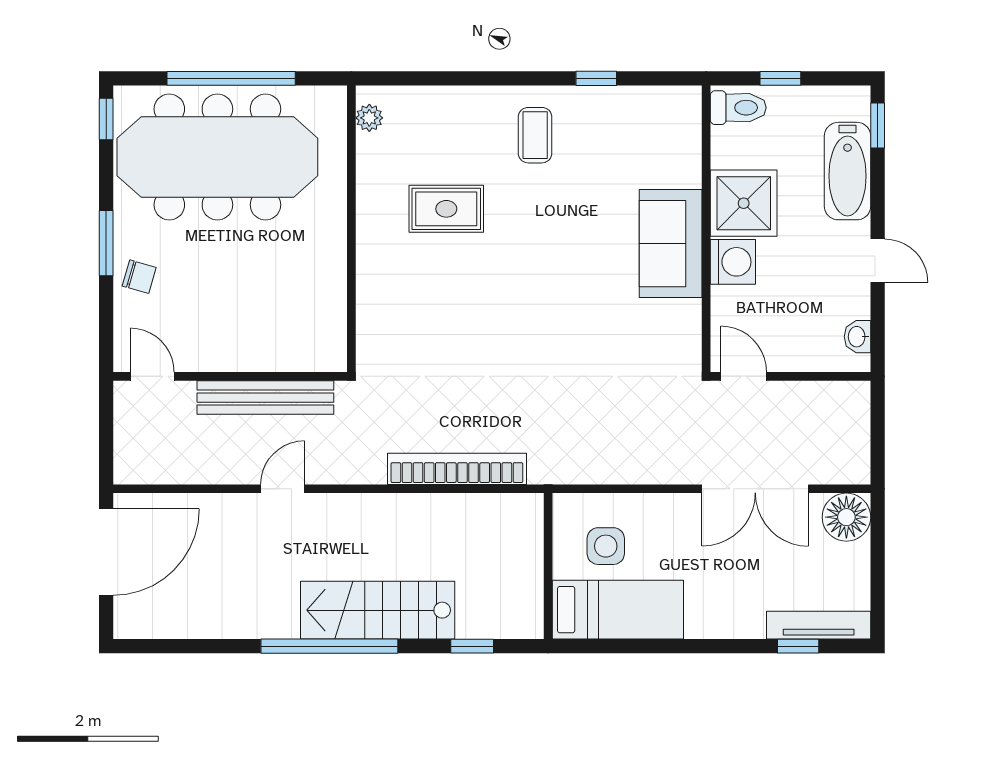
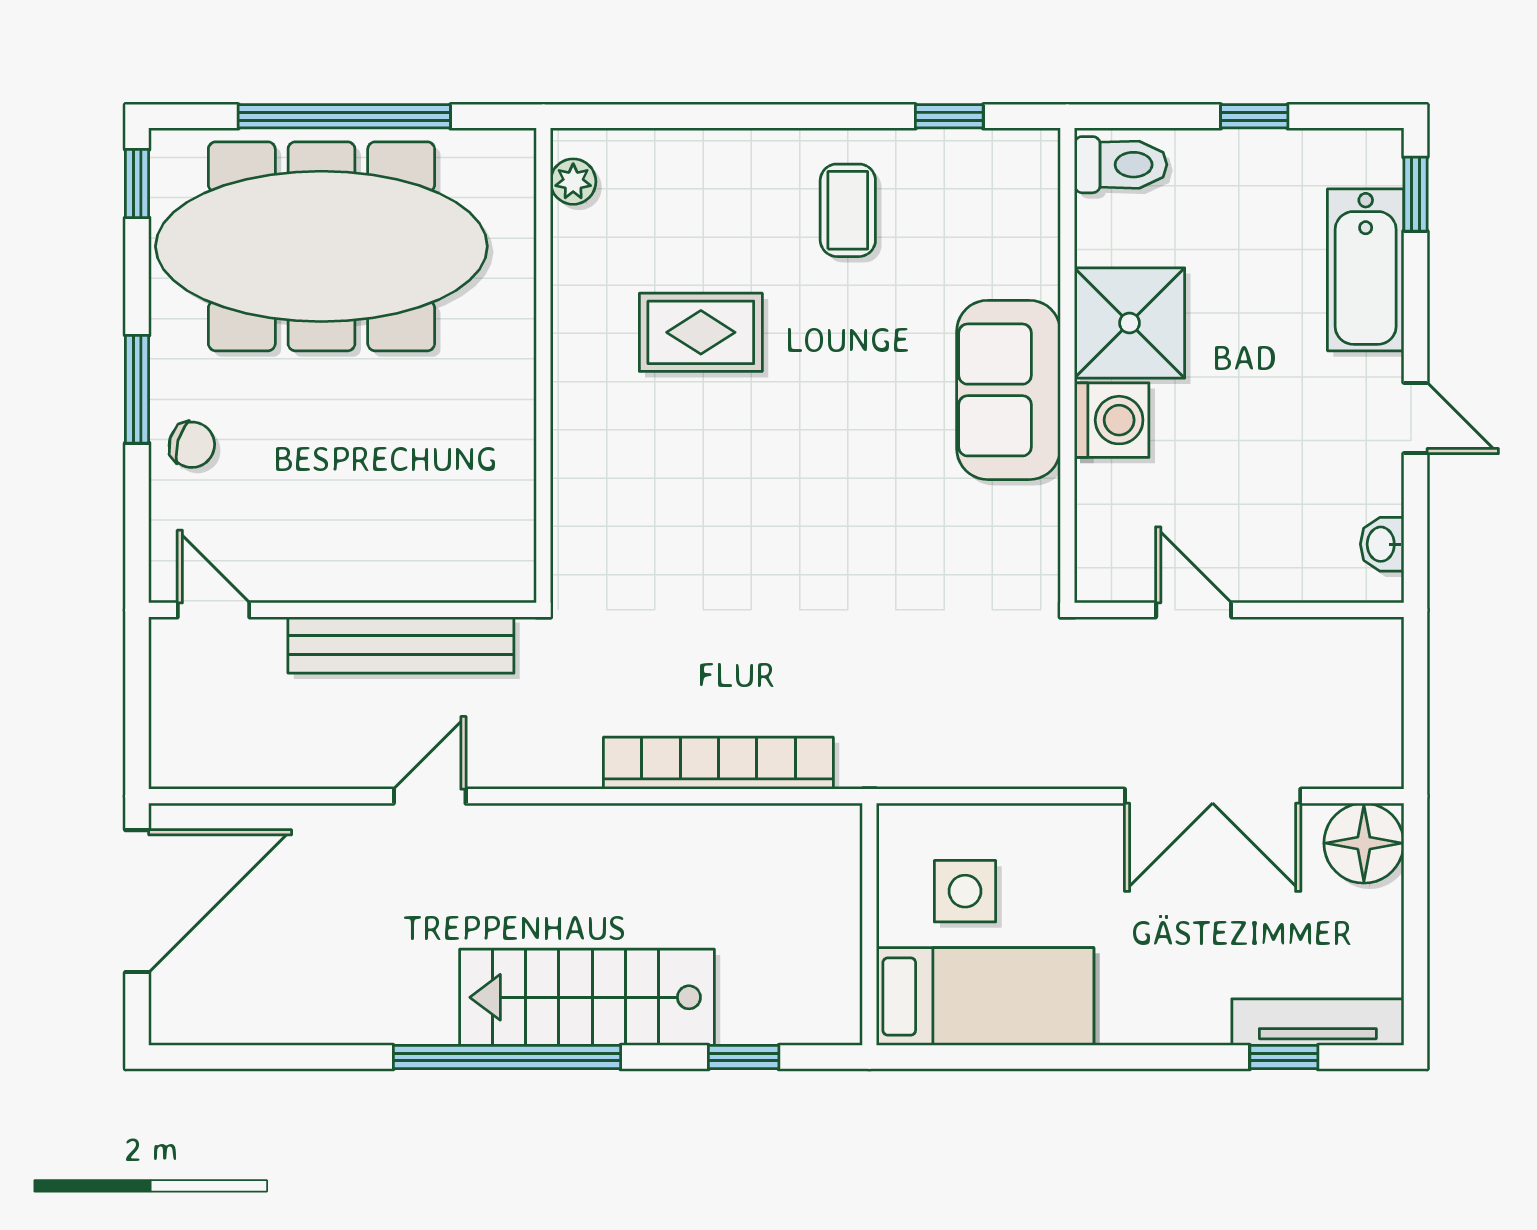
toilet: (738, 108) -> (1121, 165), moved
shower: (744, 203) -> (1129, 323), moved
wall: (706, 229) -> (1067, 365), moved
sofa: (671, 244) -> (1008, 390), moved
washing machine: (733, 262) -> (1112, 420), moved

